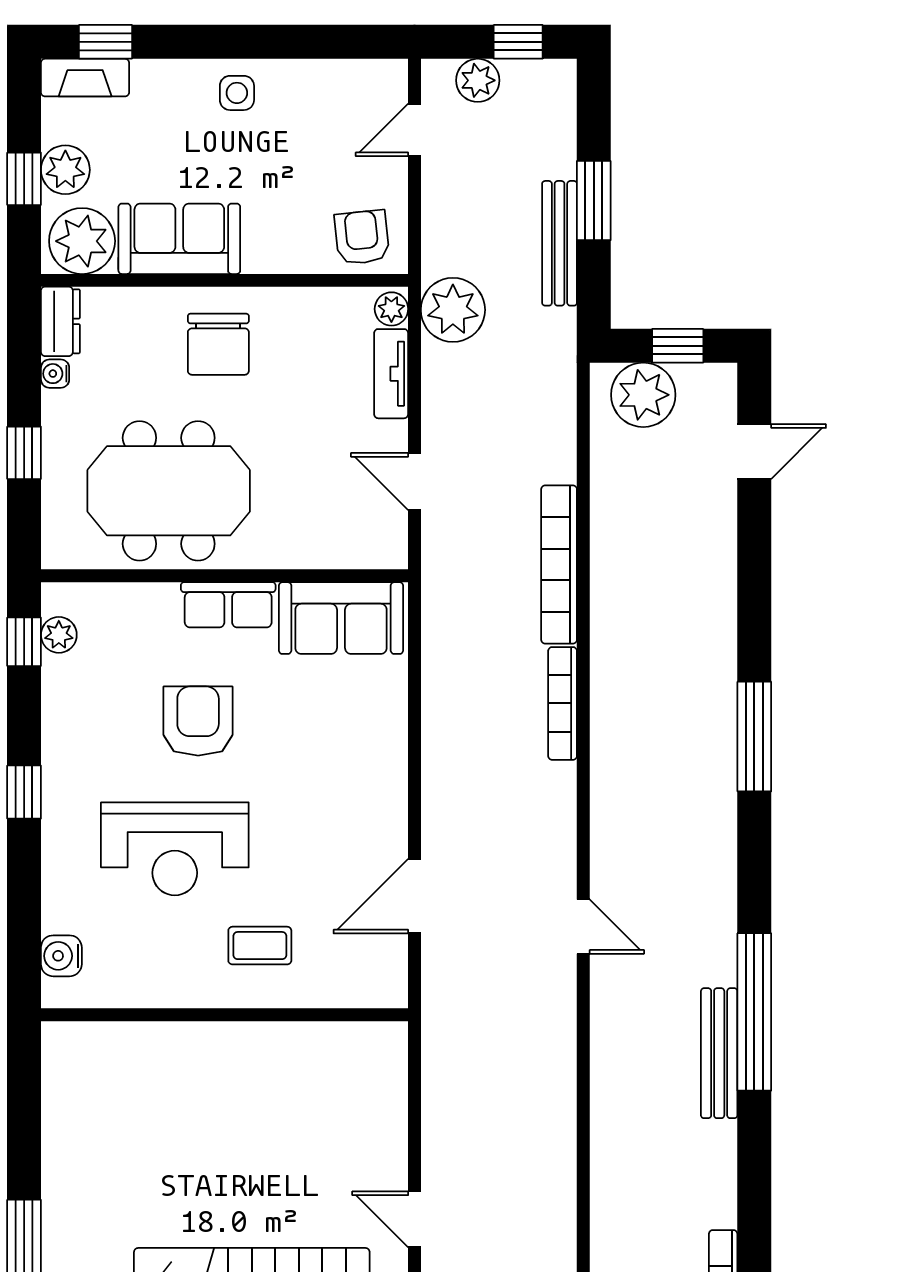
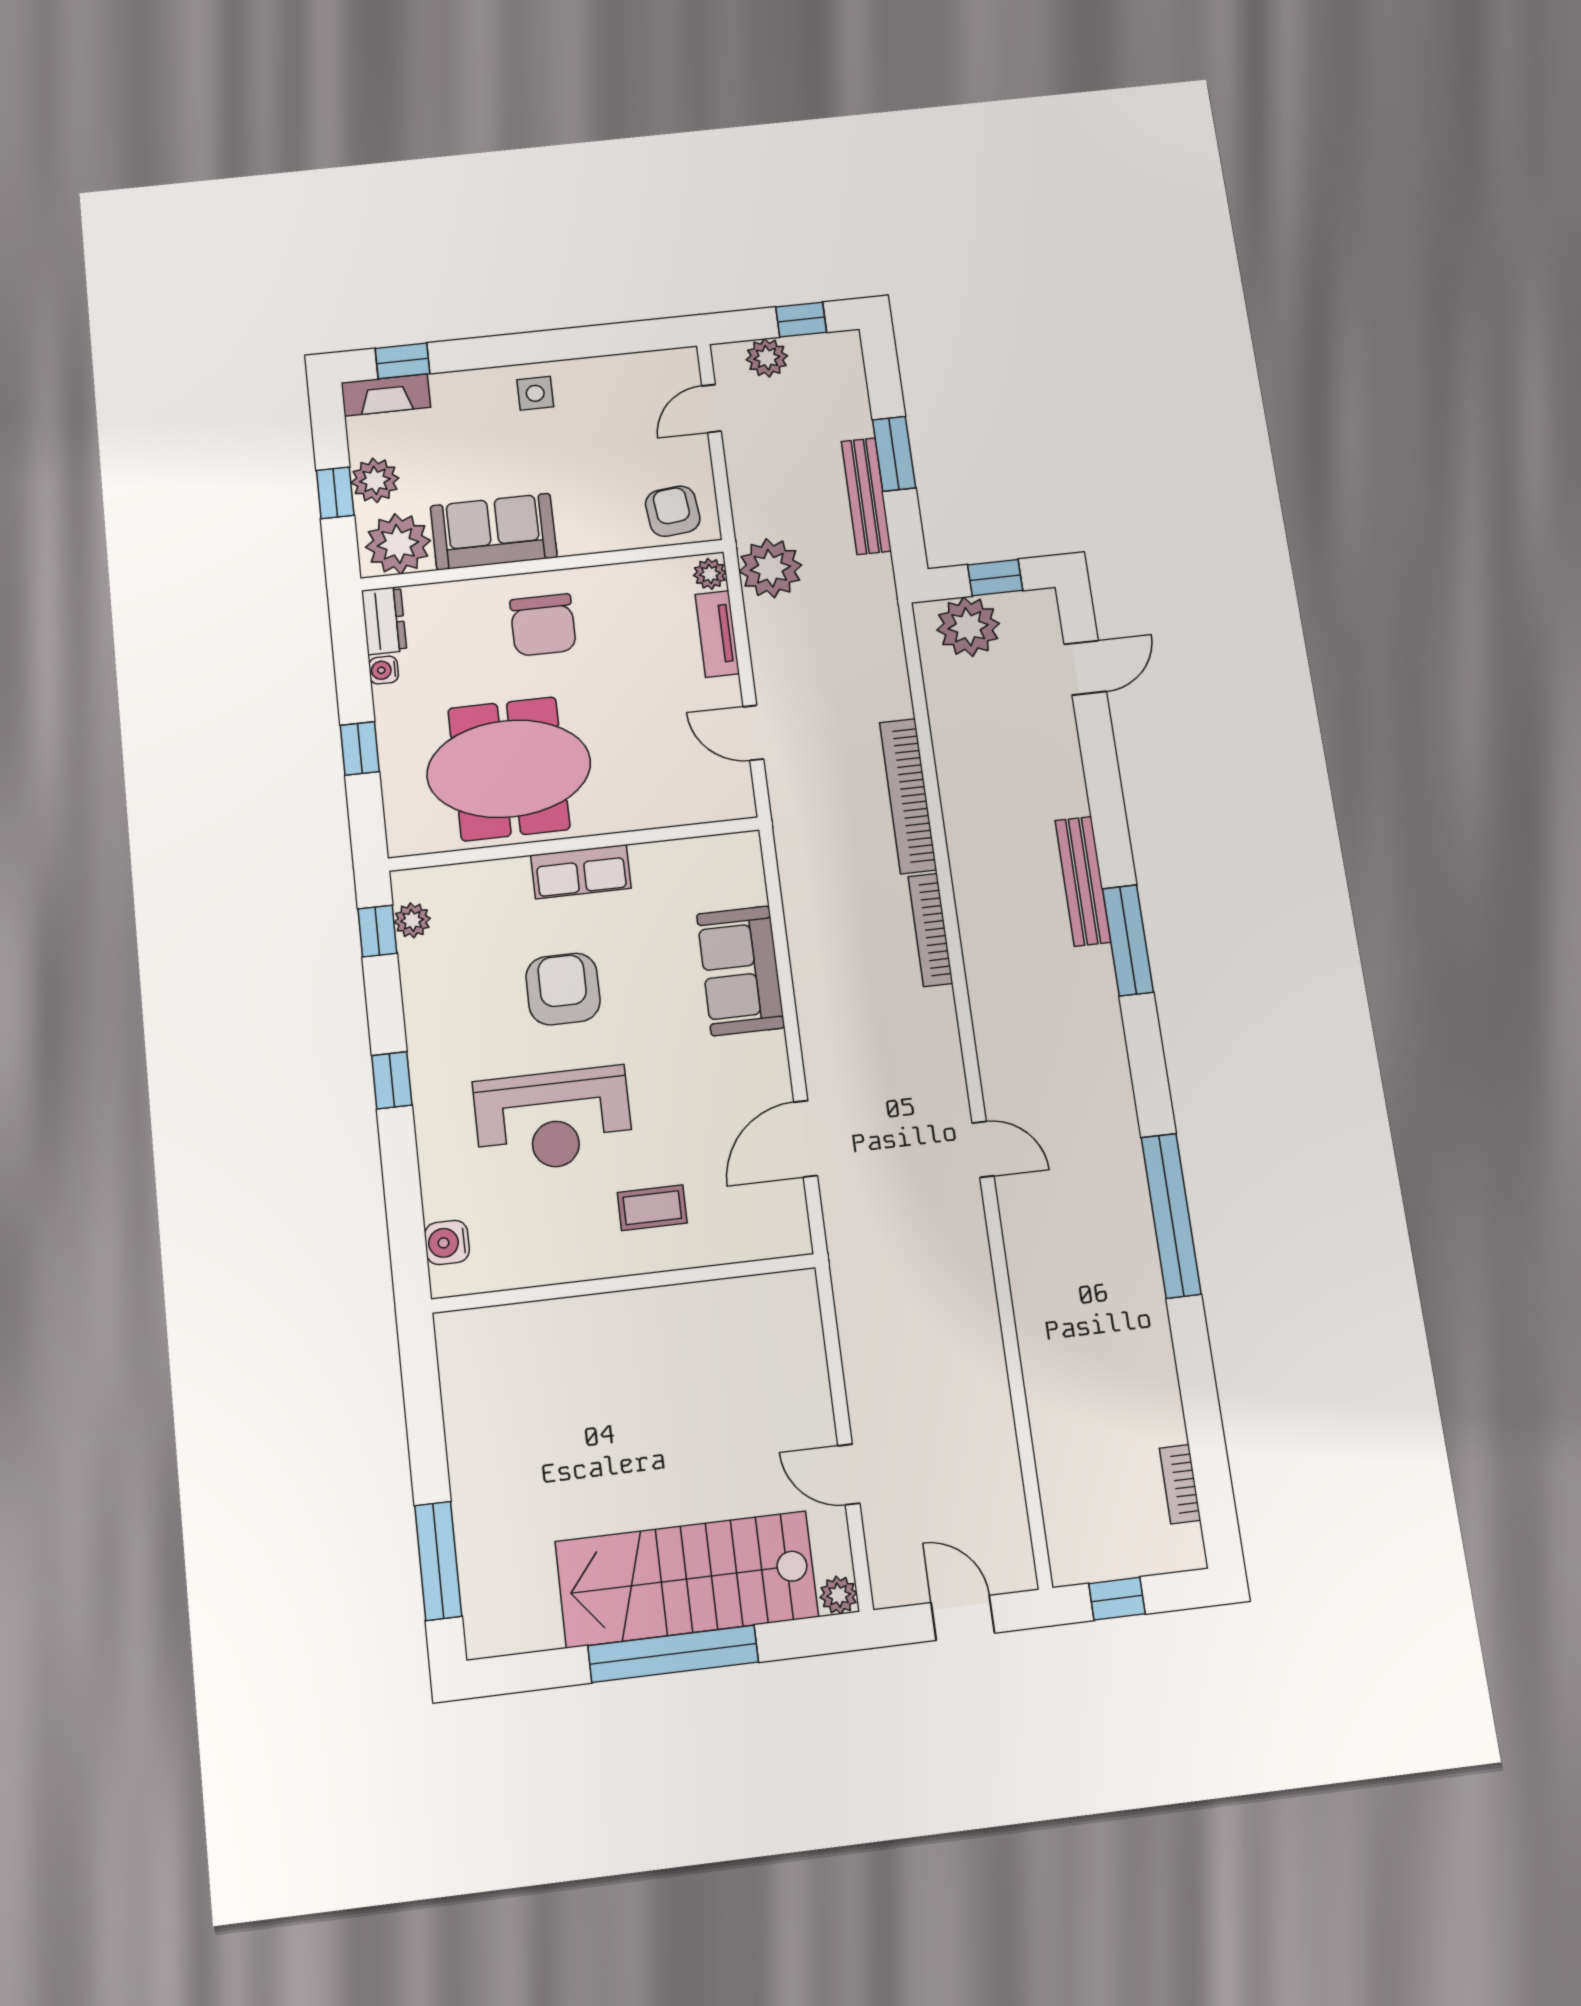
sofa: (341, 618) -> (740, 971), moved, turned 90
bench: (719, 1053) -> (1083, 881), moved

